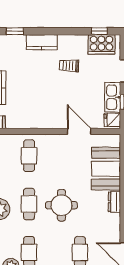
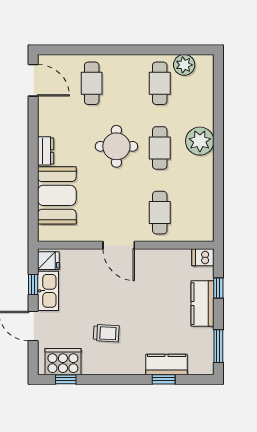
window: (15, 31) -> (164, 379), moved
kitchen counter: (42, 42) -> (166, 364), moved
door: (79, 131) -> (119, 245), moved

